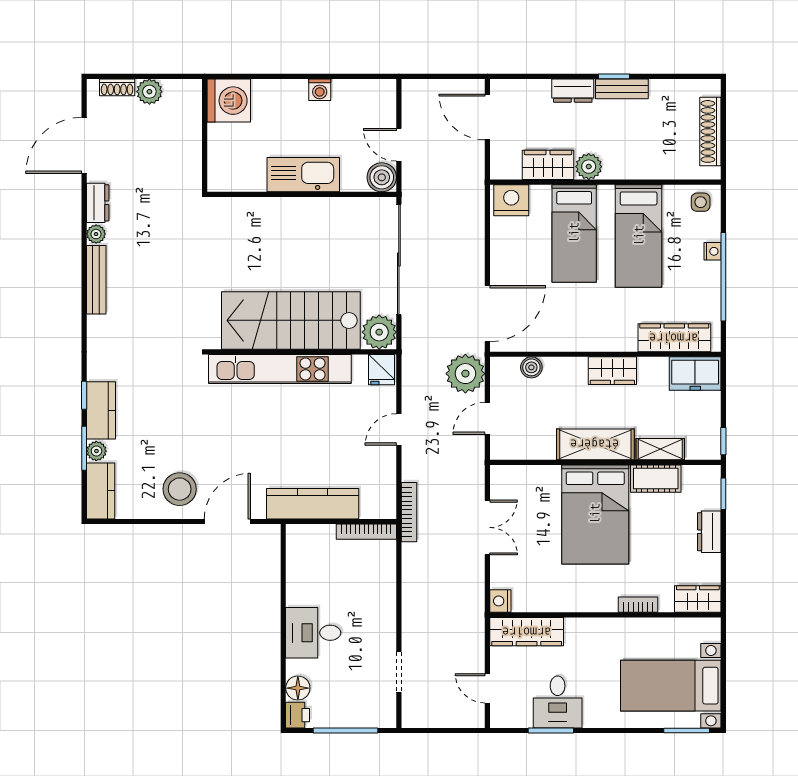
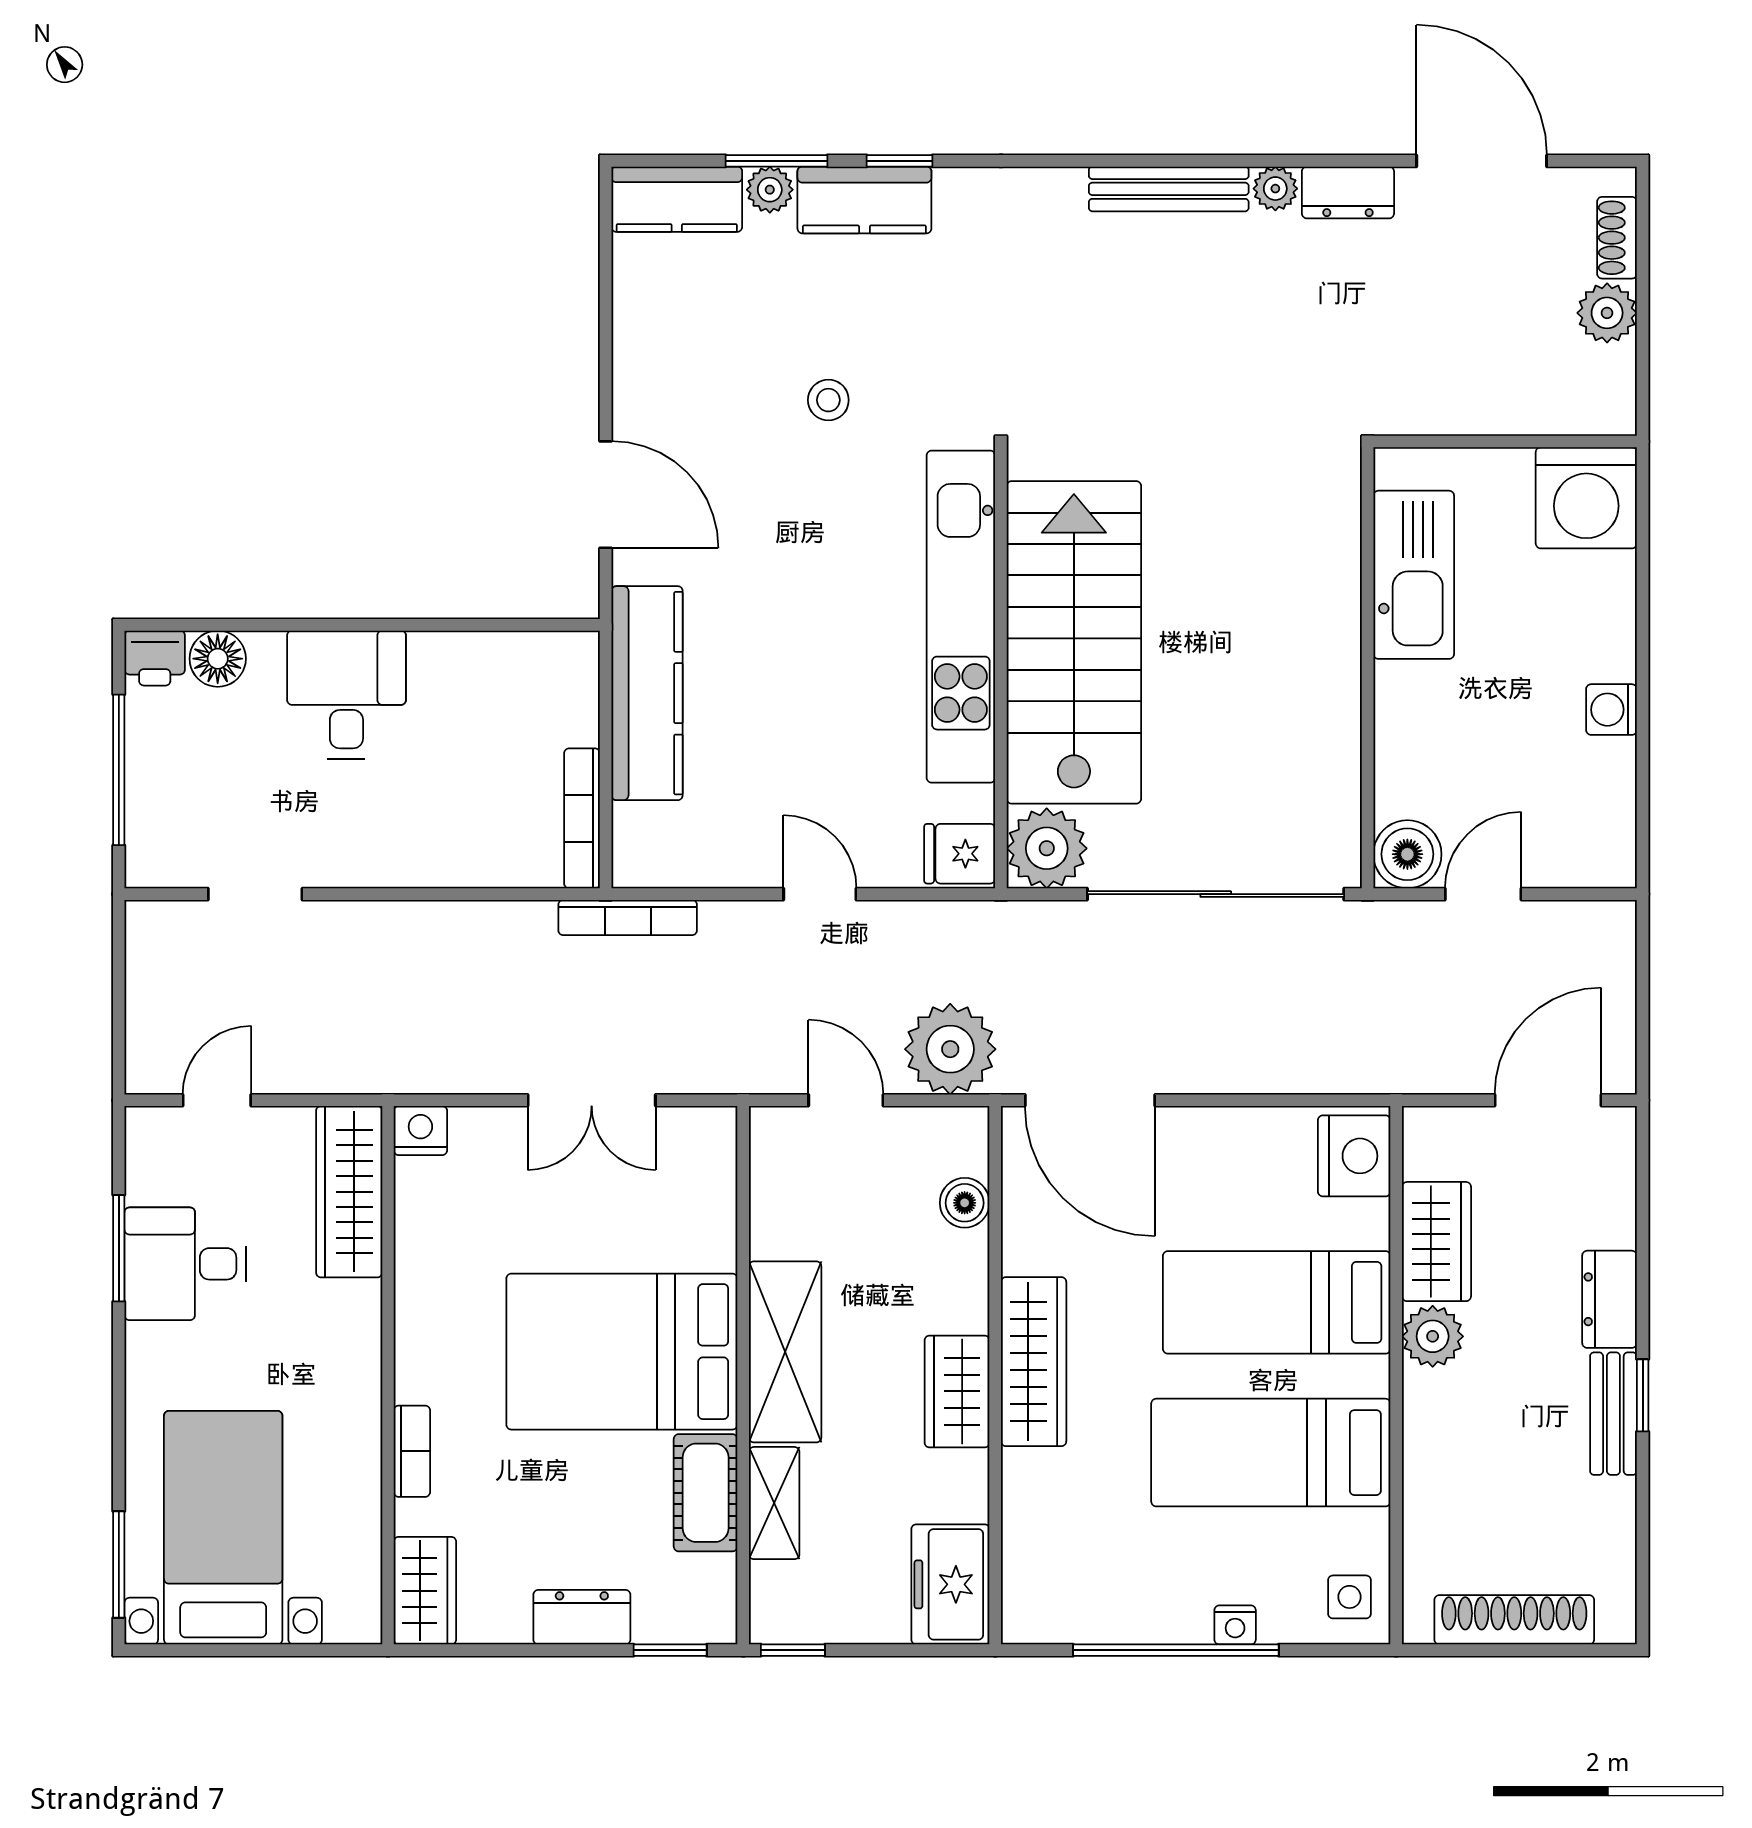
kitchen sink: (303, 175) -> (1414, 575), moved
wardrobe: (674, 338) -> (1034, 1362), moved
stool: (180, 489) -> (828, 400), moved, width x0.53, depth x0.53

